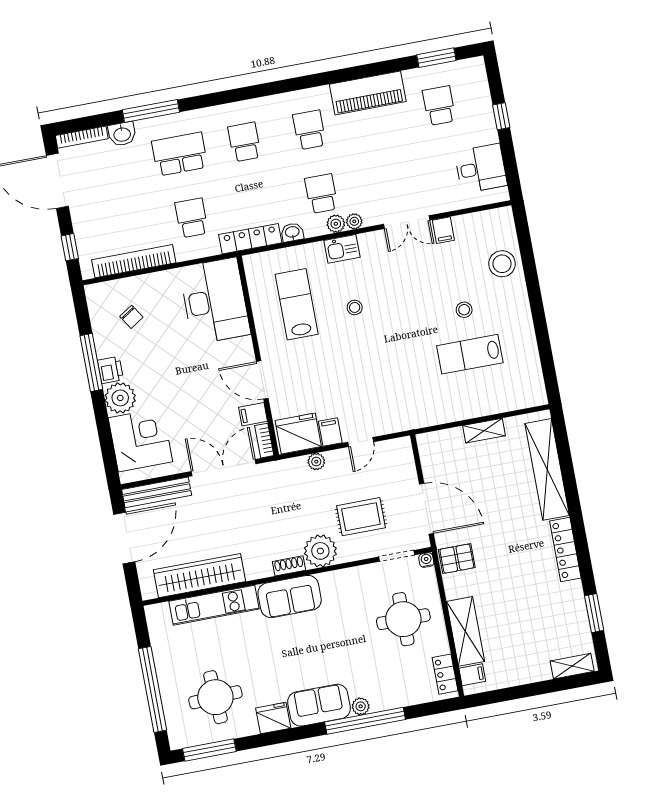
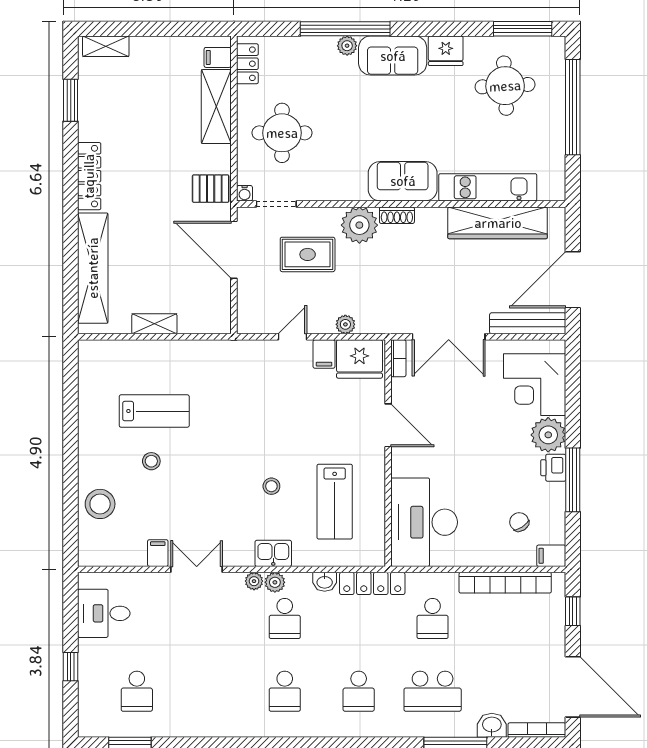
piano: (368, 93) -> (213, 720), removed
filing cabinet: (253, 414) -> (551, 556), moved, turned 180

